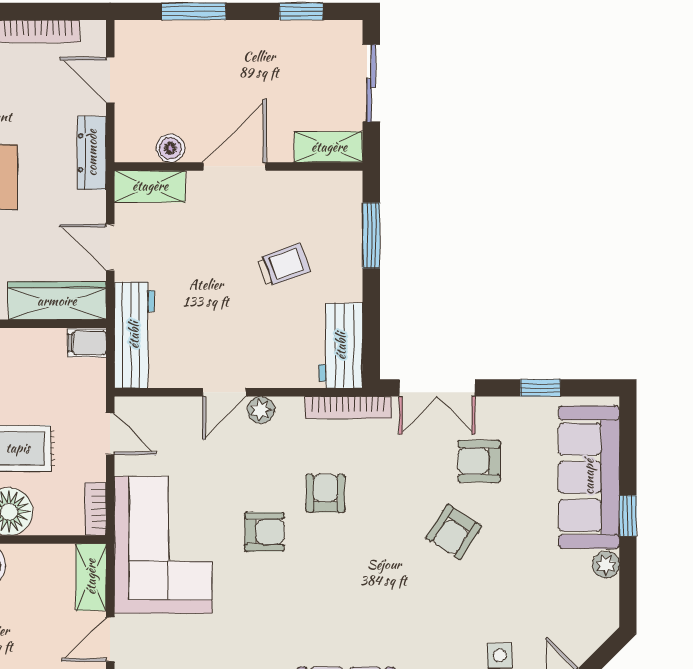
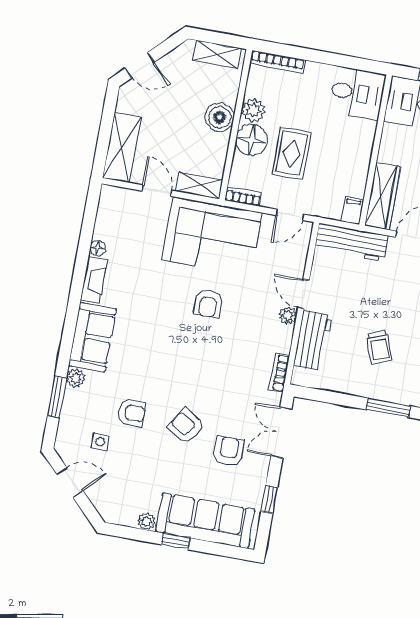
workbench: (341, 346) -> (313, 340), moved, turned 90
bookcase: (348, 407) -> (279, 373), width x0.64
armchair: (325, 493) -> (131, 413), moved

